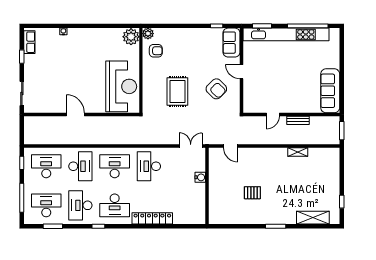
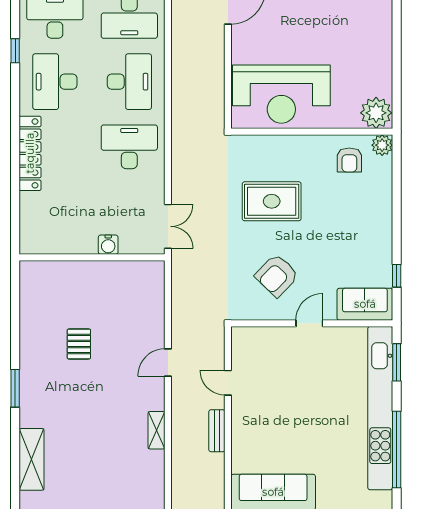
door: (231, 146) -> (168, 362), moved

